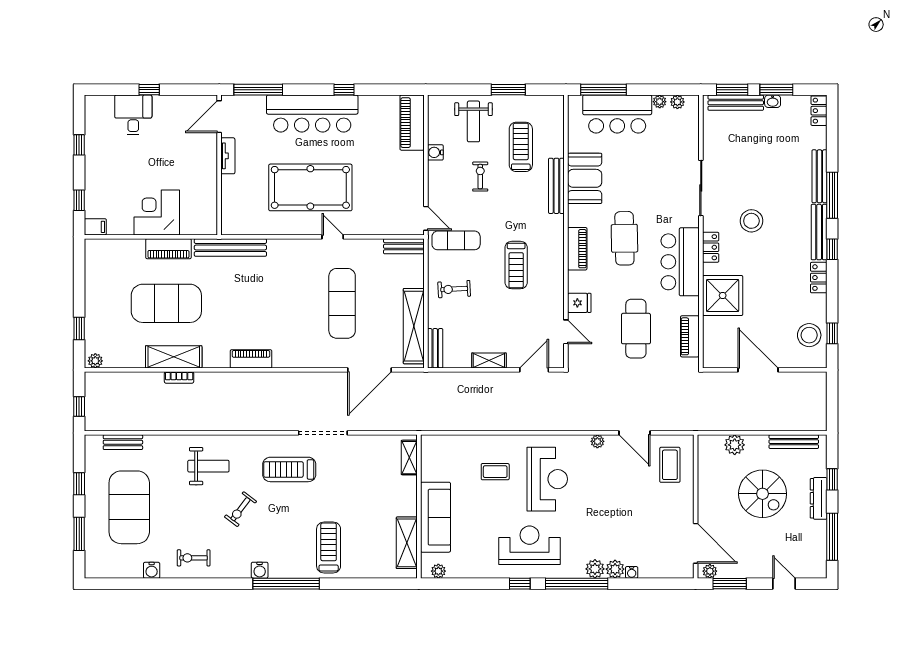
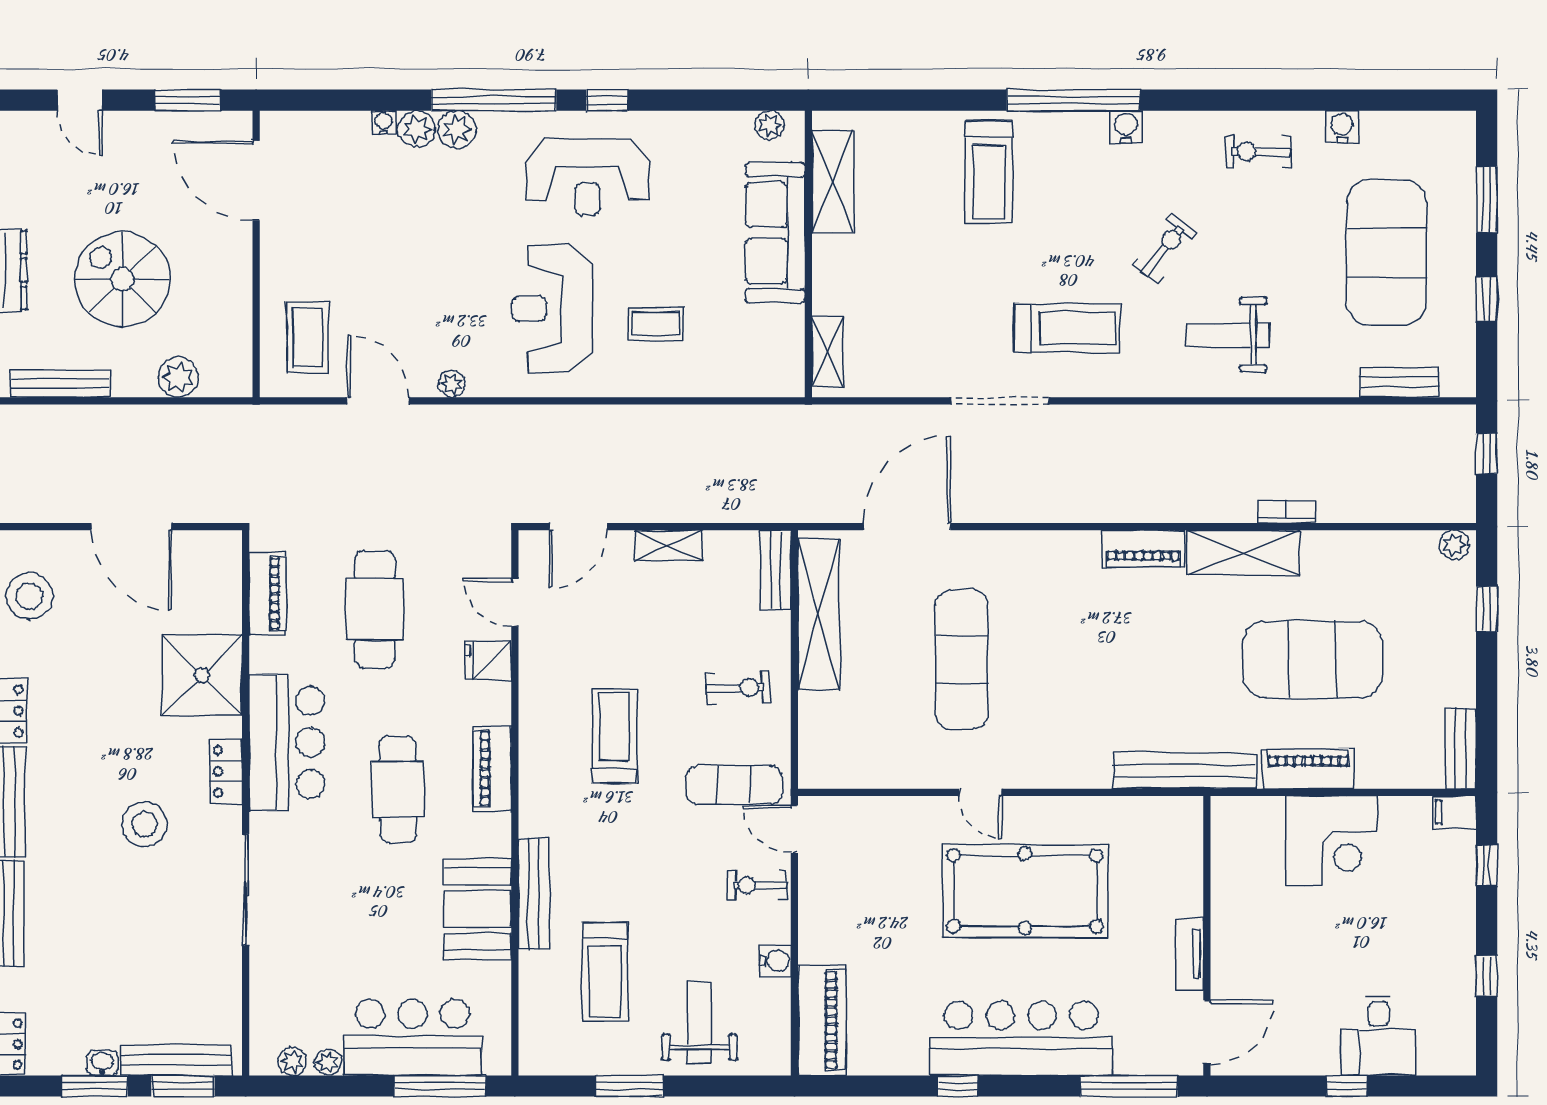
exercise bike: (480, 177) -> (757, 885), moved, turned 90
bench: (404, 246) -> (1461, 749), moved, turned 90
shelving: (174, 357) -> (1244, 553), moved
exercise bike: (194, 558) -> (1258, 151), turned 180
plant: (710, 571) -> (228, 125), removed

